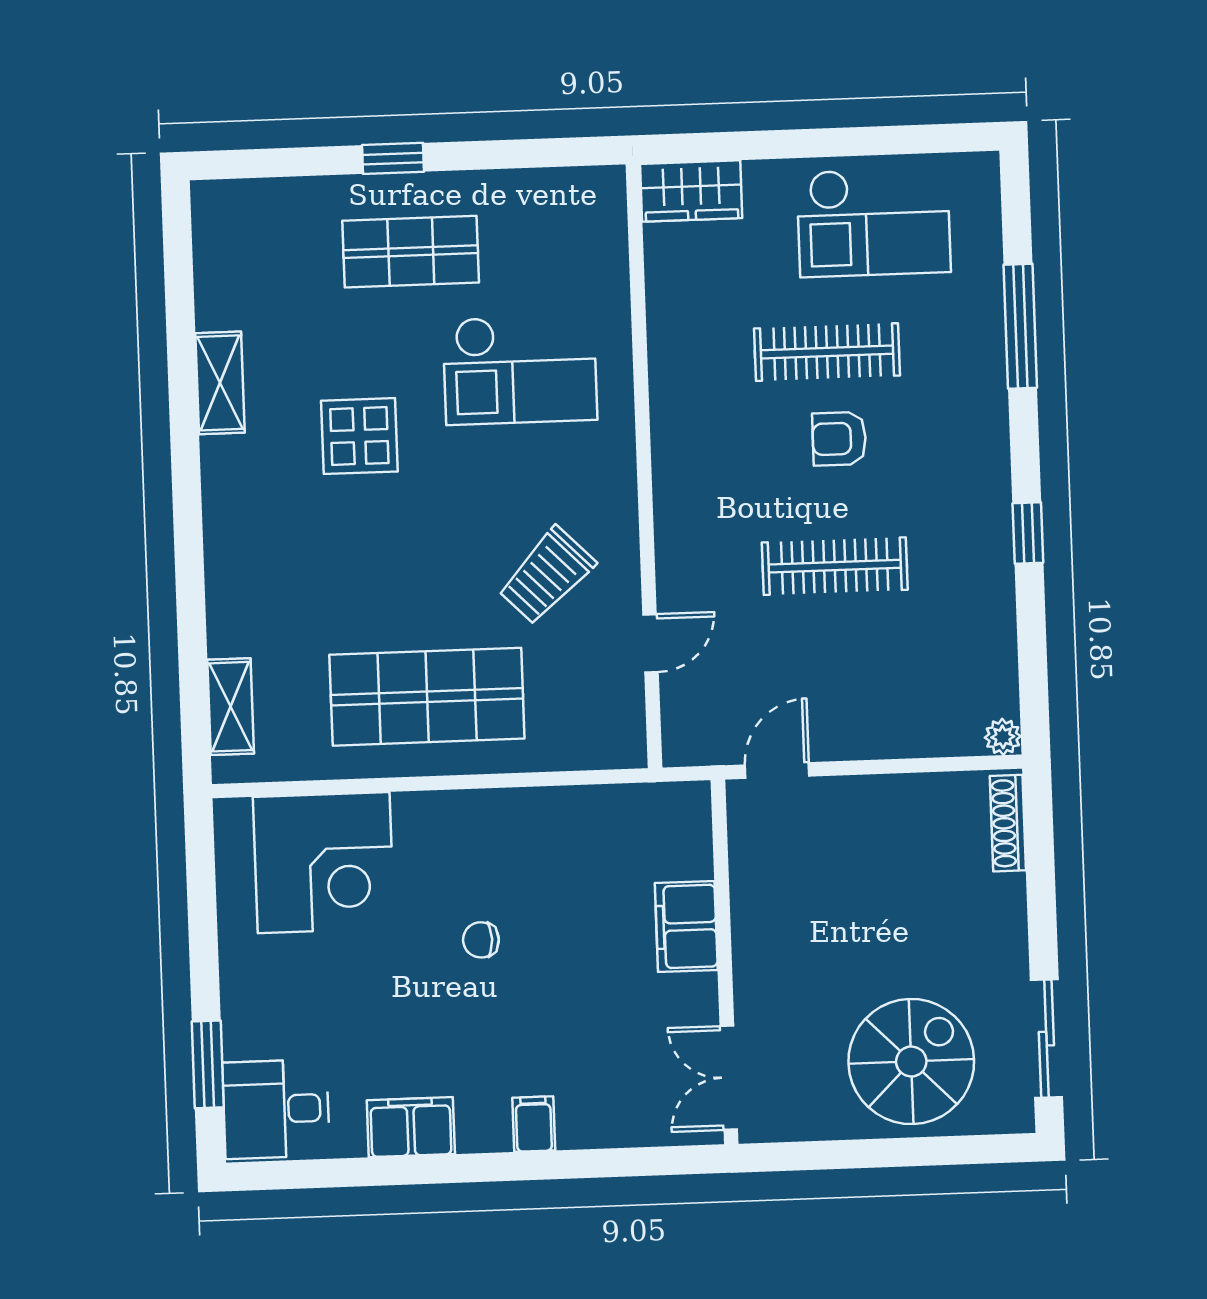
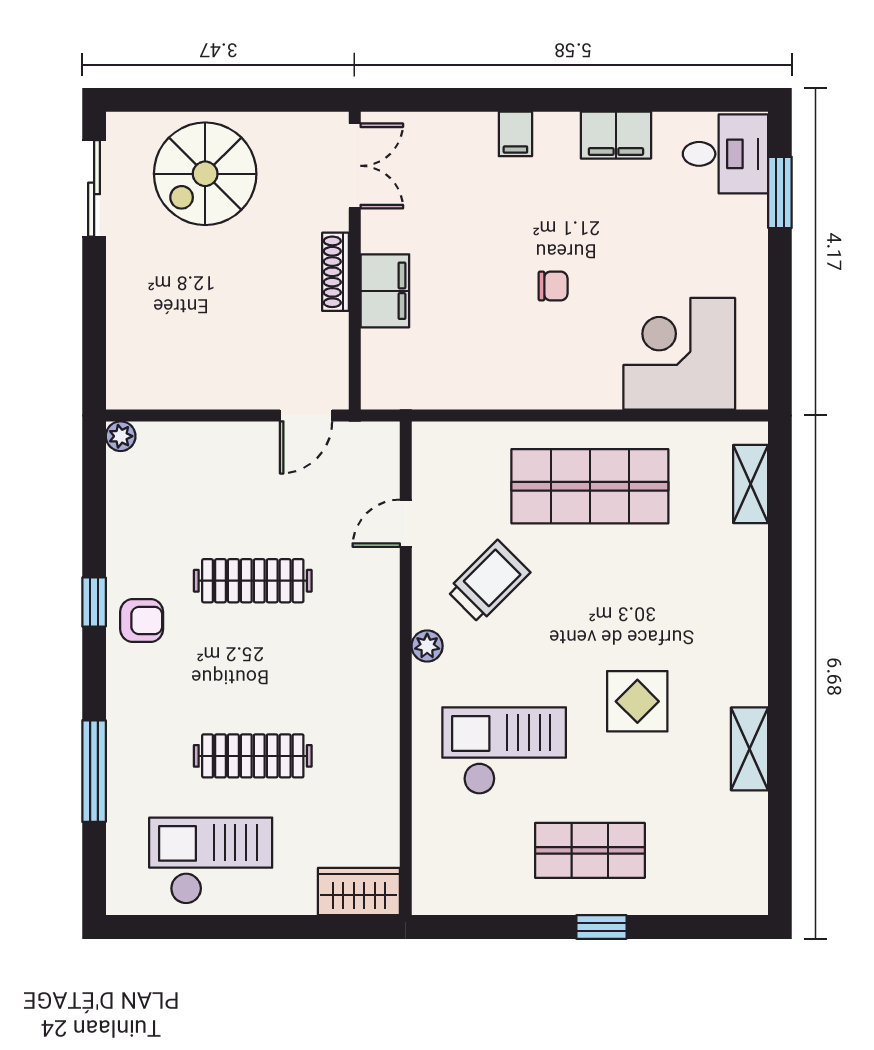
armchair: (839, 439) -> (142, 621), moved
plant: (619, 494) -> (427, 646), added
shoe rack: (1008, 823) -> (336, 272), moved, turned 180

